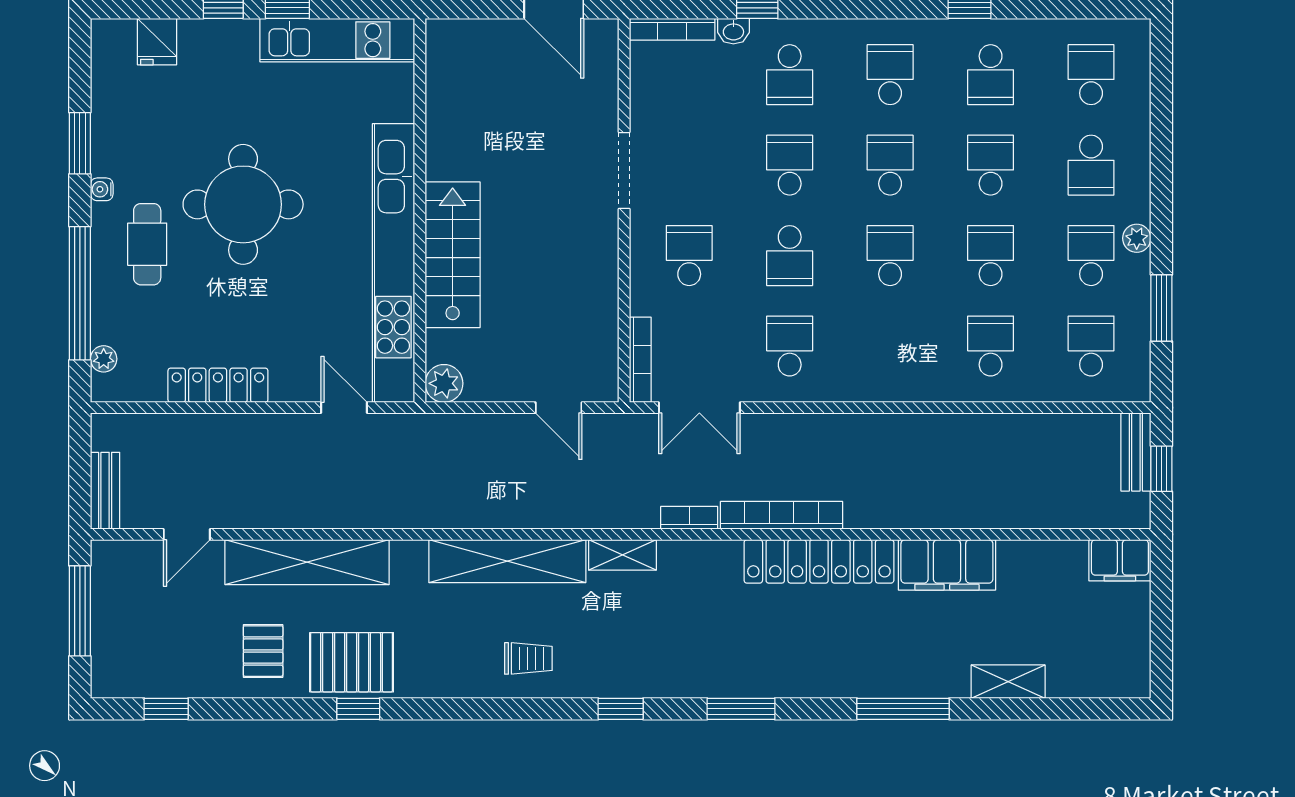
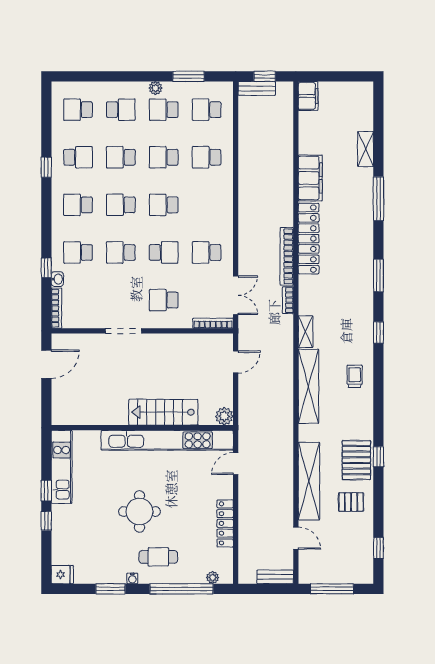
fridge: (157, 42) -> (62, 575), moved
school desk: (790, 75) -> (78, 252), turned 180
round table: (243, 204) -> (139, 511), width x0.73, depth x0.73

